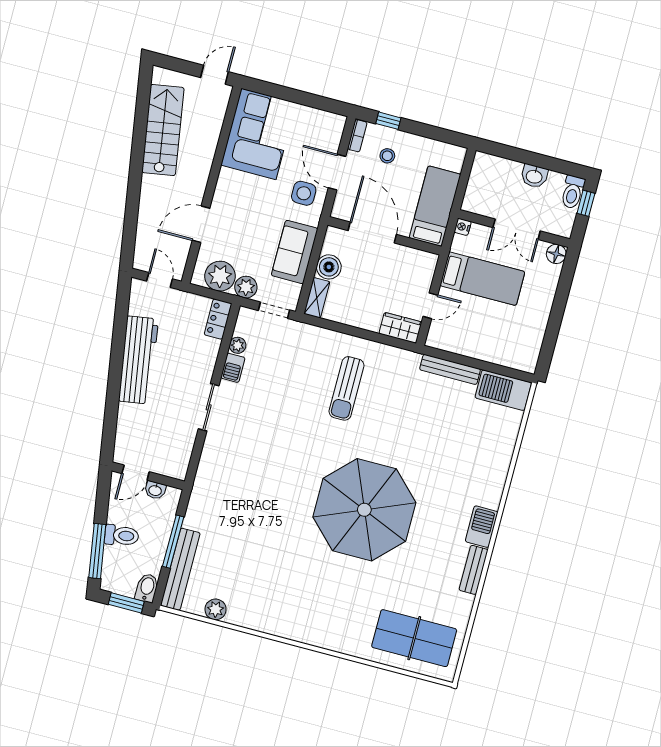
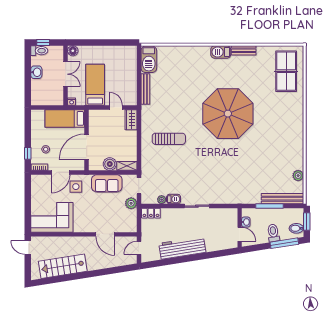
plant: (220, 276) -> (129, 218), removed
bidet: (147, 588) -> (296, 228), moved

